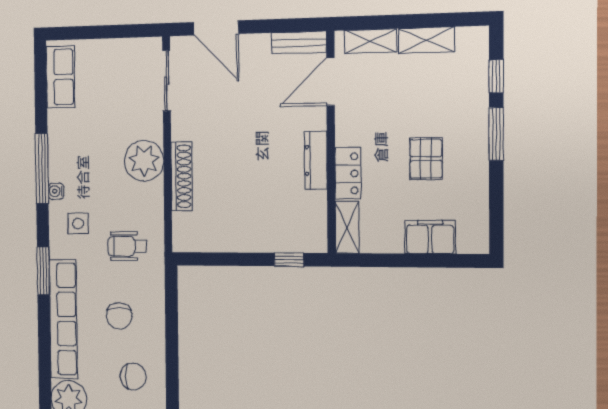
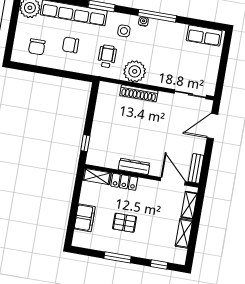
window: (496, 134) -> (118, 257), moved
plant: (144, 161) -> (135, 71), moved

